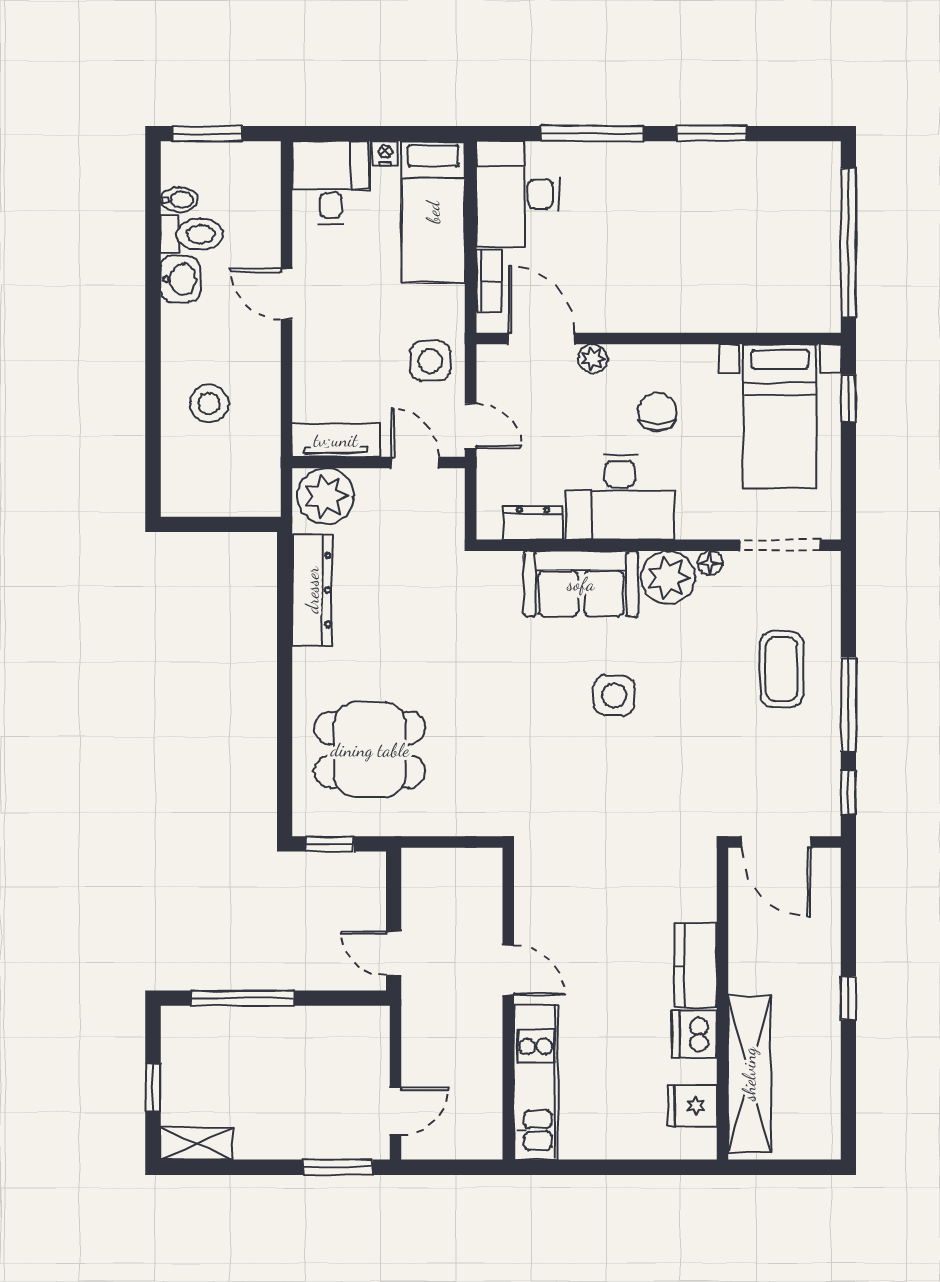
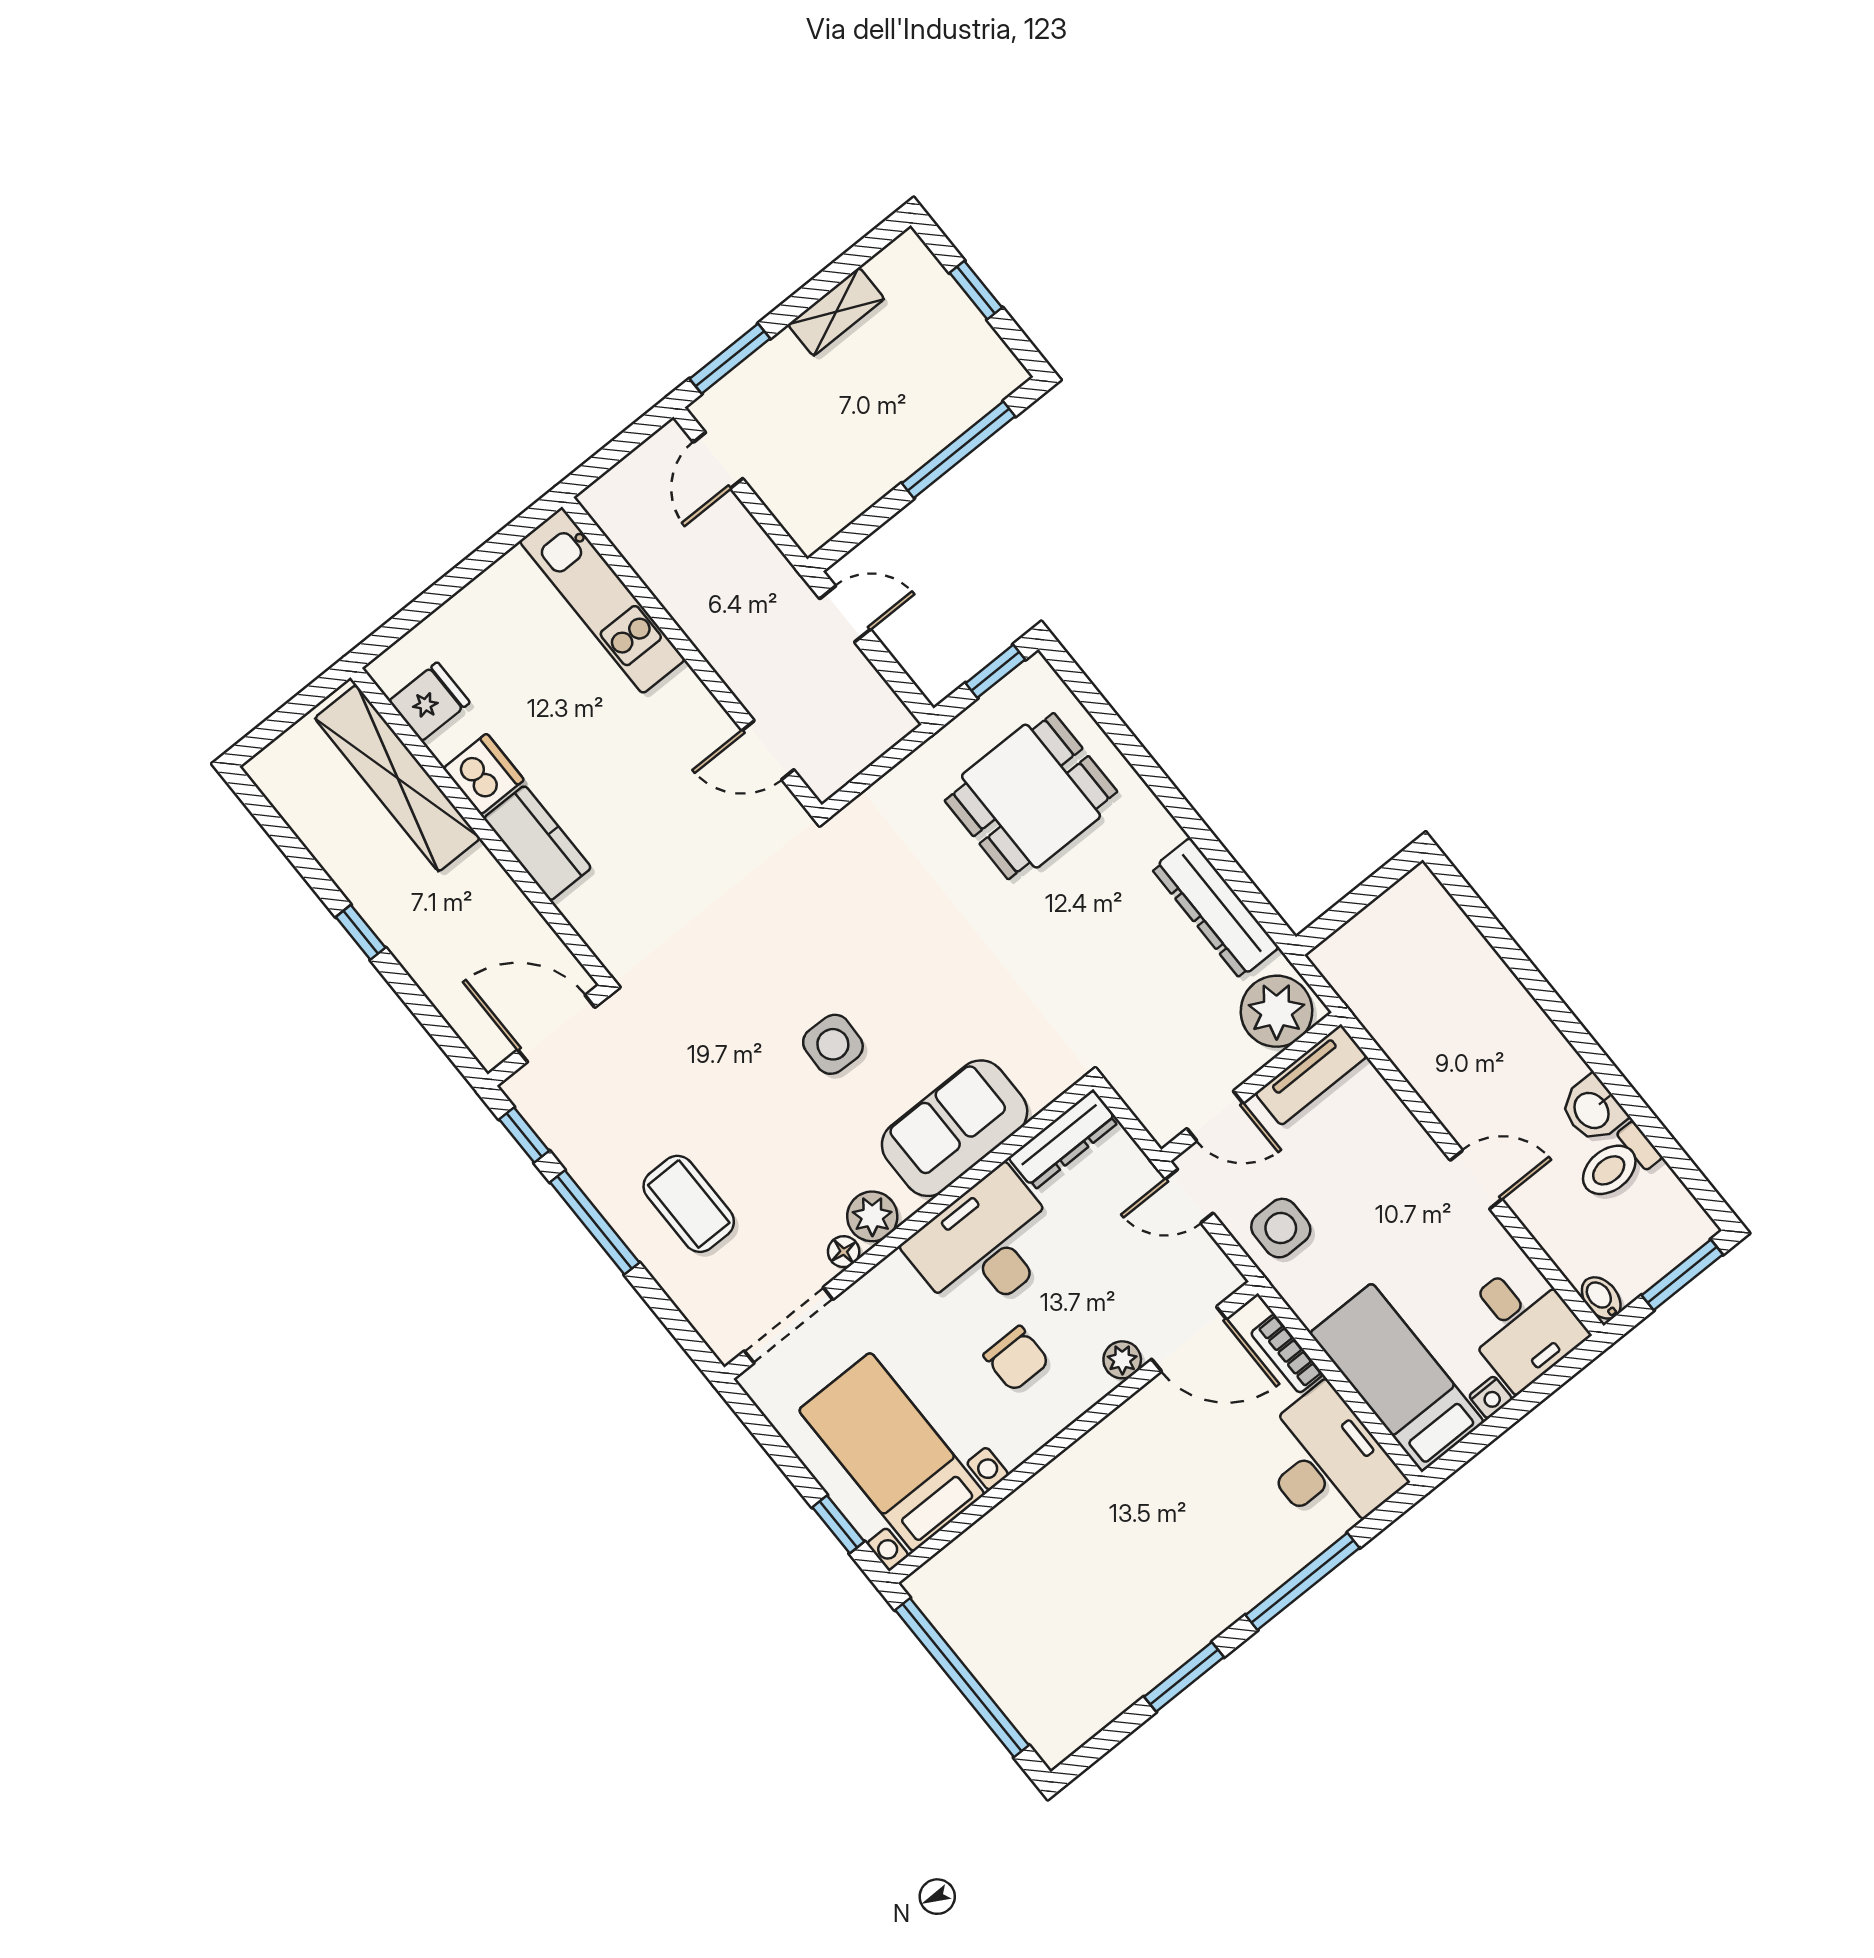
bidet: (179, 200) -> (1601, 1298), moved, turned 90
stool: (209, 404) -> (1465, 1010), removed
dresser: (533, 523) -> (1063, 1140), width x1.44
plant: (668, 578) -> (872, 1216), width x0.73, depth x0.73
door: (508, 970) -> (768, 750), moved
shelving: (197, 1143) -> (836, 312), moved

